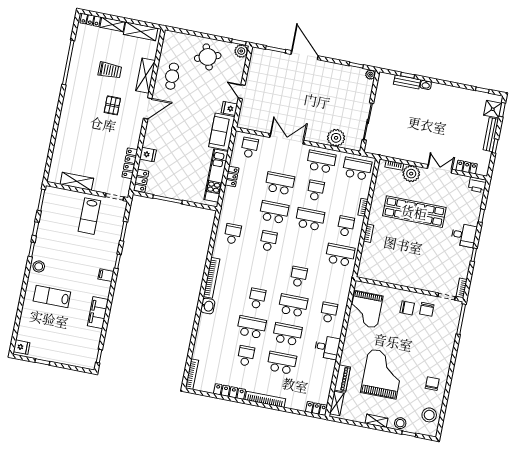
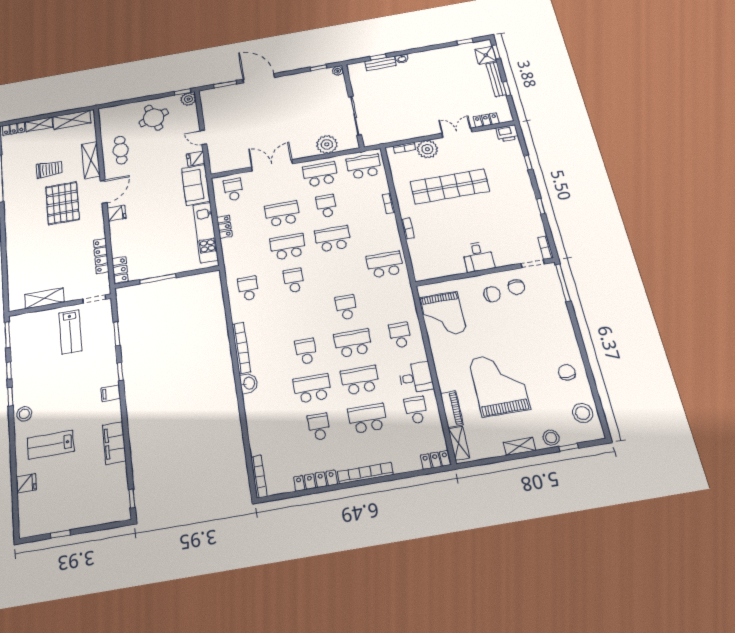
pallet: (112, 105) -> (63, 203), width x2.05, depth x2.00
fridge: (148, 155) -> (117, 213), moved
school desk: (346, 226) -> (416, 410), moved
desk: (464, 235) -> (478, 257), moved, turned 90
fridge: (22, 347) -> (26, 483), moved

